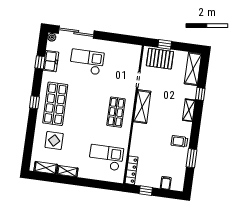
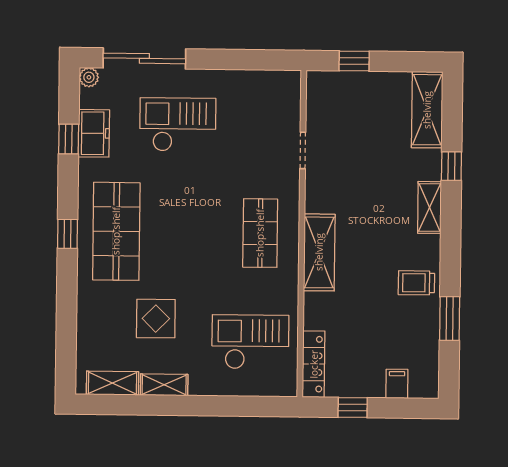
pallet: (160, 59) -> (347, 96), removed
shelving: (142, 107) -> (319, 252), moved
display table: (54, 140) -> (156, 319), moved

